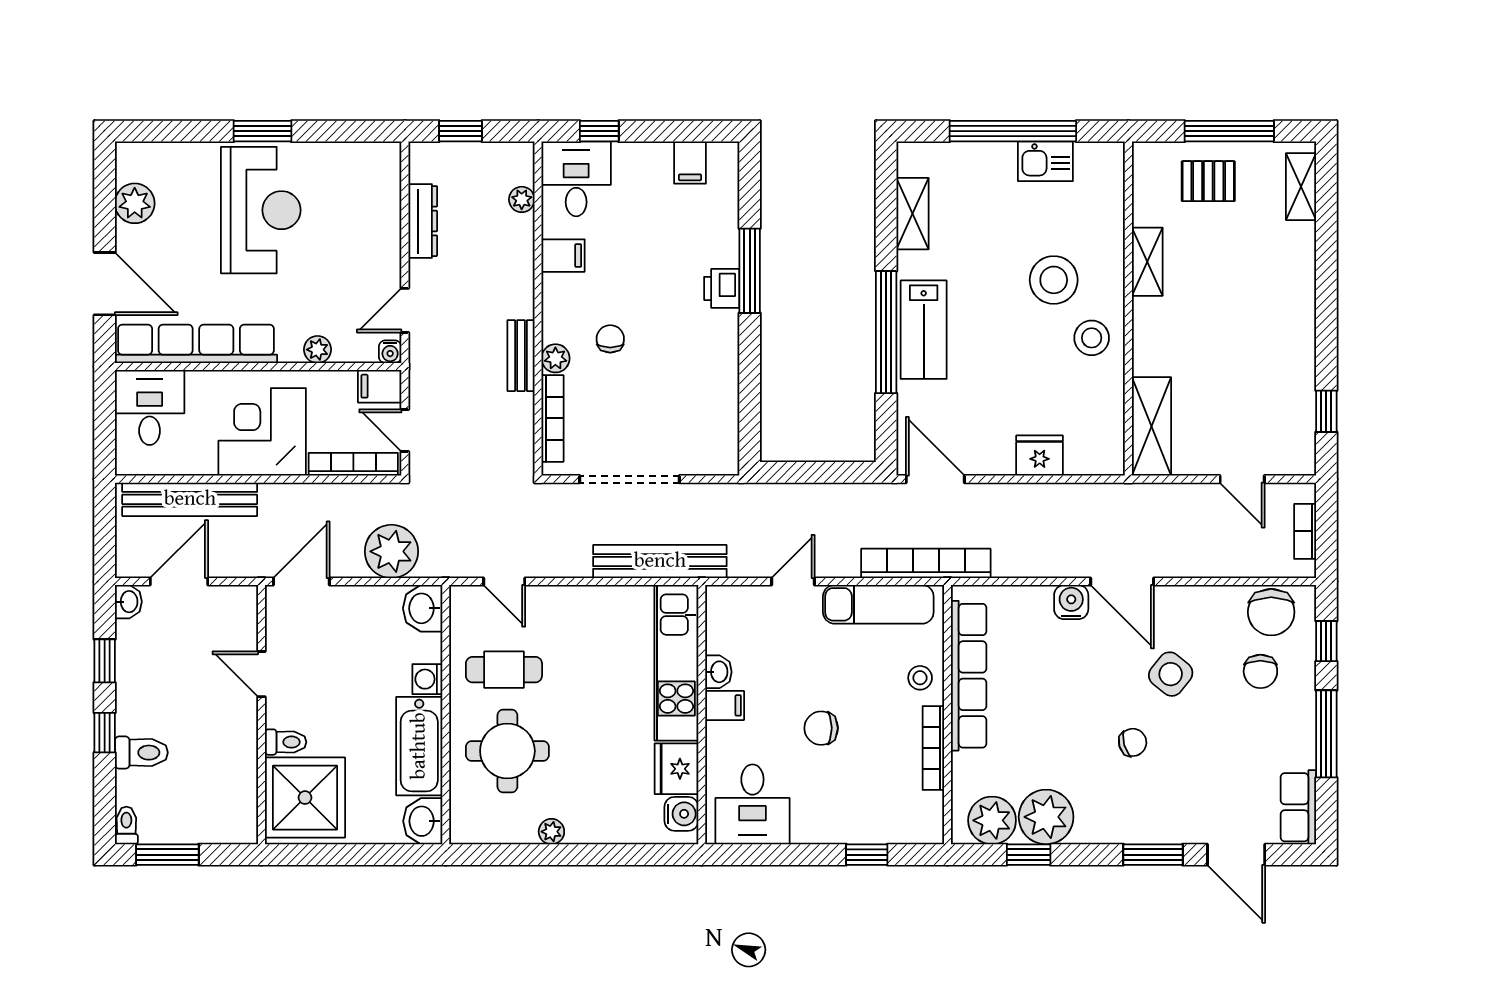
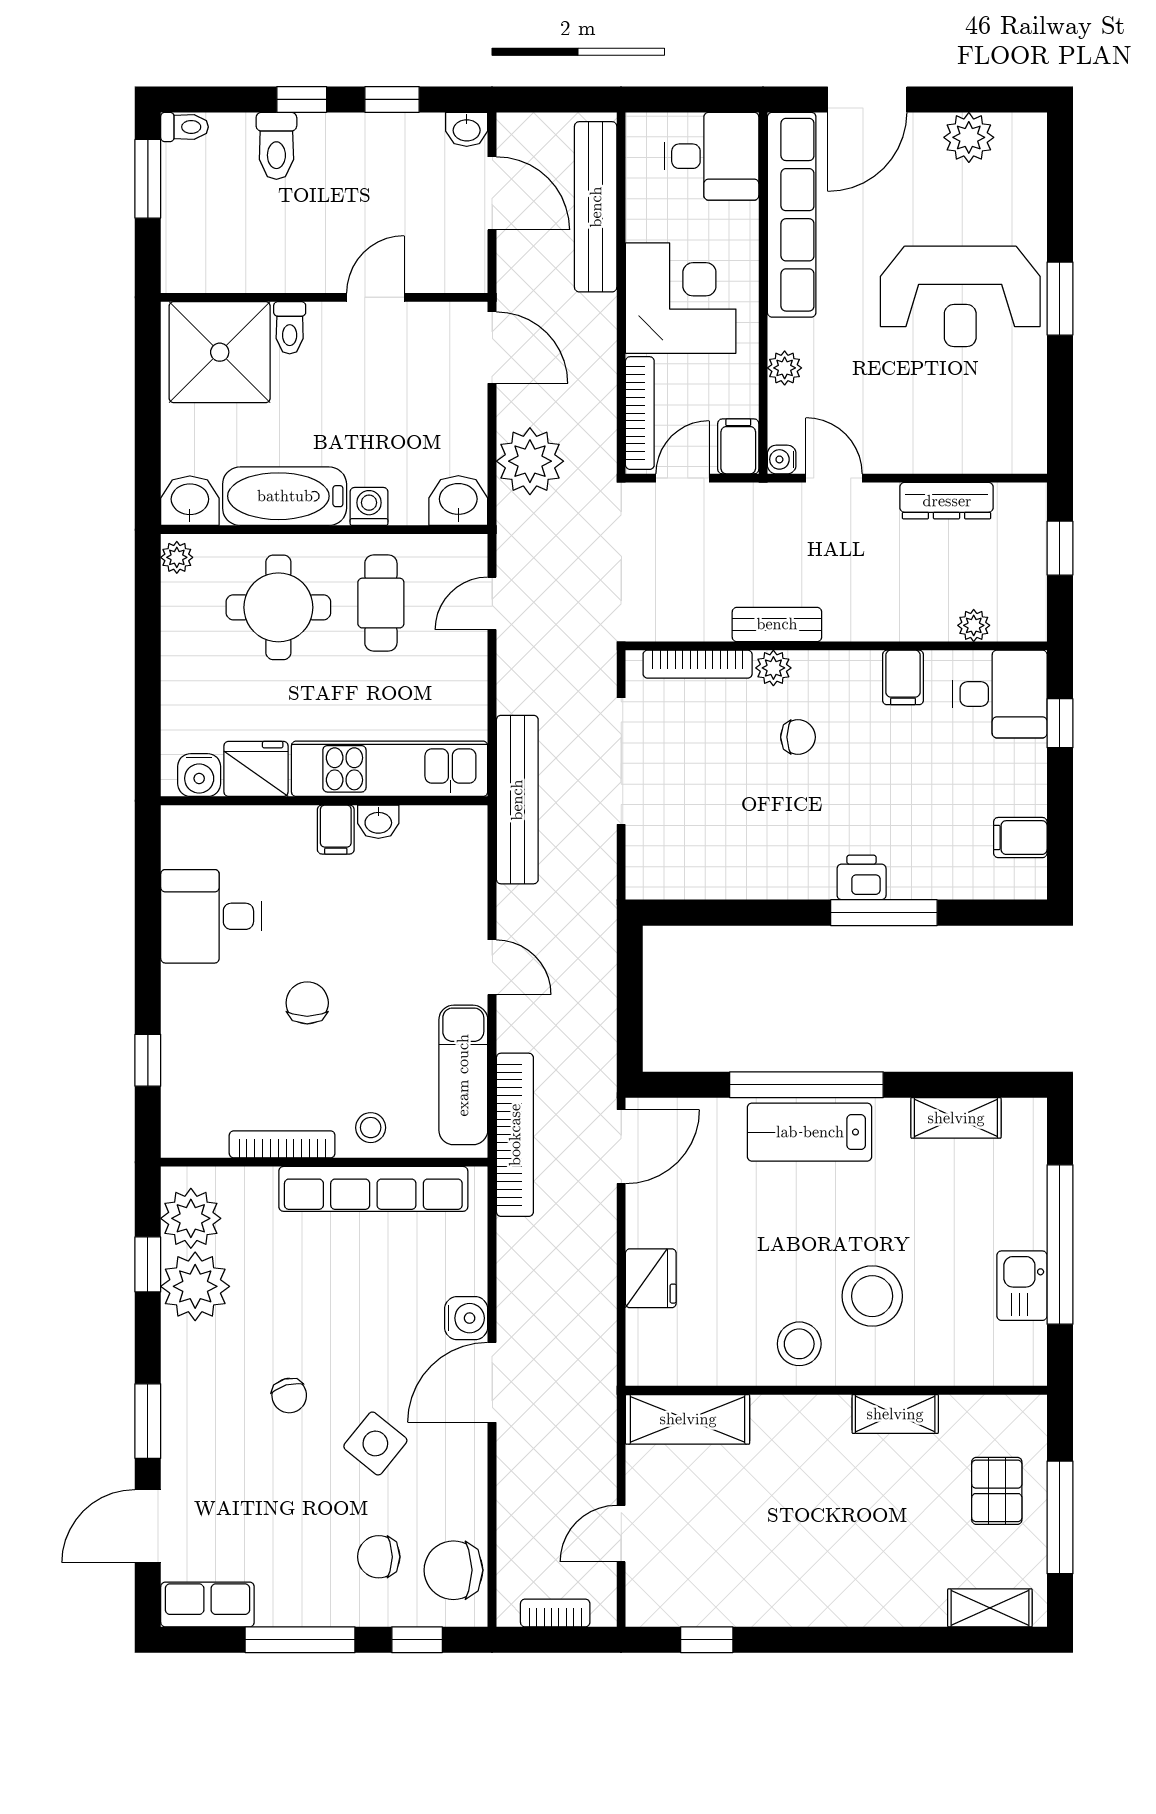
kitchen unit: (676, 663) -> (390, 769), moved
washbasin: (718, 672) -> (378, 822), moved
filing cabinet: (725, 705) -> (336, 830), moved
wall: (702, 715) -> (324, 801), moved
fridge: (676, 769) -> (256, 769), moved
water cooler: (681, 814) -> (199, 775), moved
plant: (551, 832) -> (177, 557), moved

